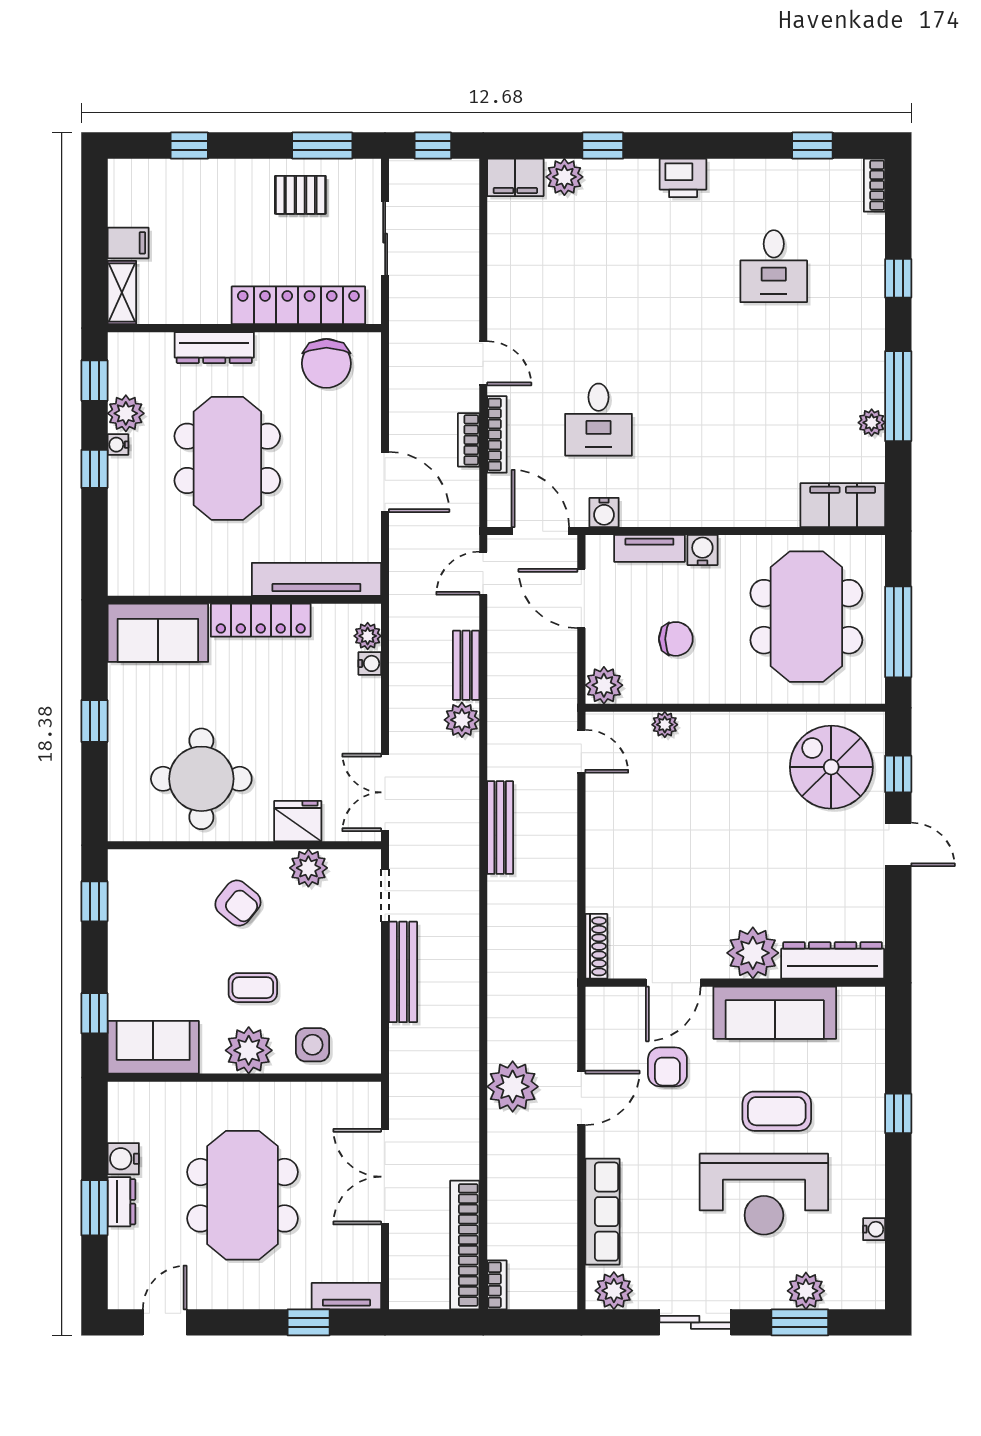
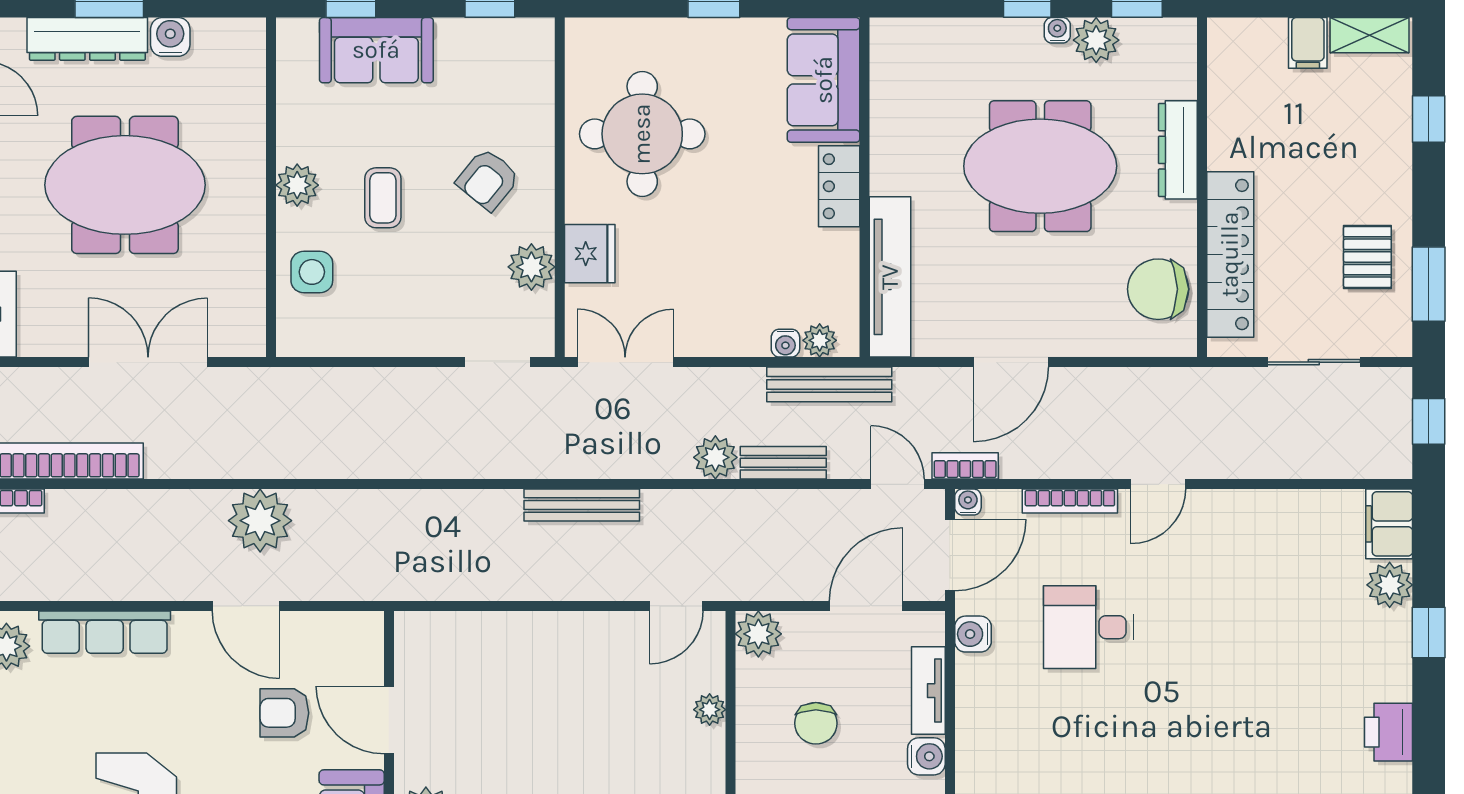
shelving: (122, 293) -> (1369, 35), moved
bookcase: (469, 440) -> (965, 466), moved
water cooler: (498, 517) -> (968, 502), added
locker: (261, 620) -> (839, 186), width x0.66
shoe rack: (596, 946) -> (434, 625), removed
bench: (403, 972) -> (829, 384), moved
sofa: (153, 1047) -> (376, 50), moved, turned 90
plant: (249, 1050) -> (297, 185), width x0.73, depth x0.73
dresser: (121, 1202) -> (87, 39), width x1.96, depth x1.24

